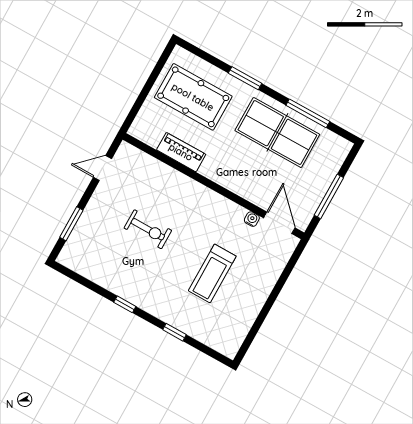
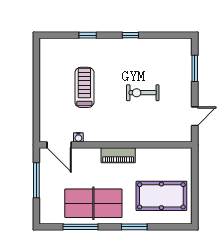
piano: (181, 152) -> (118, 155), moved

